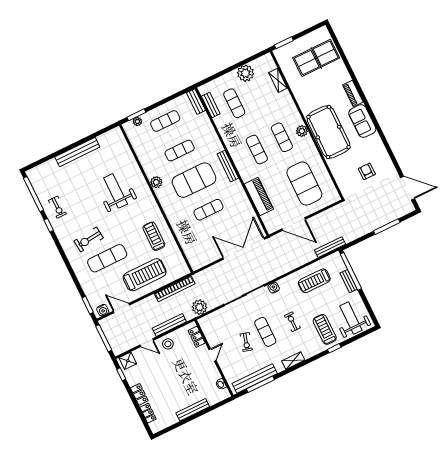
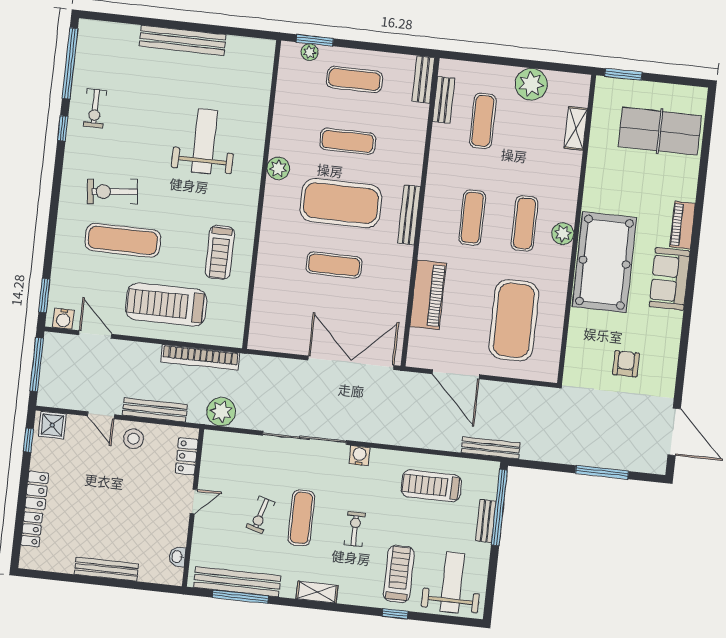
treadmill: (154, 236) -> (220, 252), turned 180
treadmill: (145, 275) -> (166, 305), turned 180

